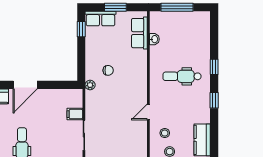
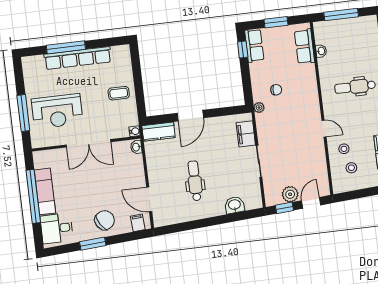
row of seats: (101, 19) -> (254, 46), moved, turned -90
door: (148, 112) -> (324, 129), swing flipped
filing cabinet: (75, 114) -> (246, 134), width x2.00

